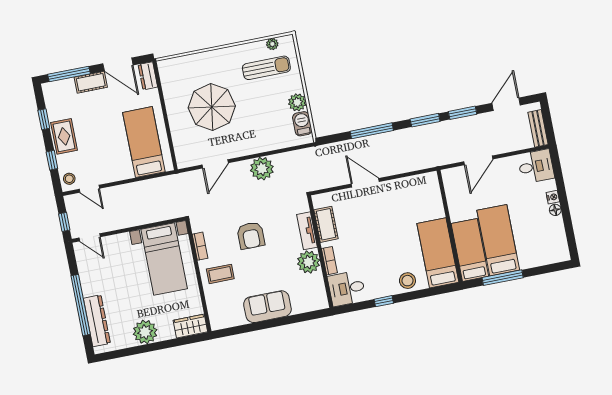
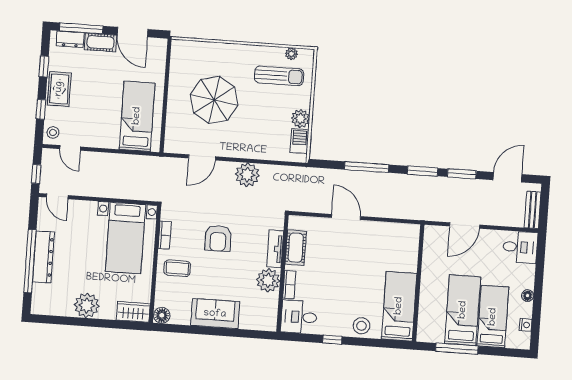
dresser: (148, 76) -> (70, 39), moved, turned -90
nightstand: (553, 197) -> (526, 325), moved
bed: (470, 250) -> (493, 317), moved
dresser: (97, 321) -> (44, 257), moved
floor lamp: (218, 322) -> (162, 315), added

